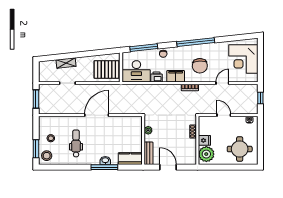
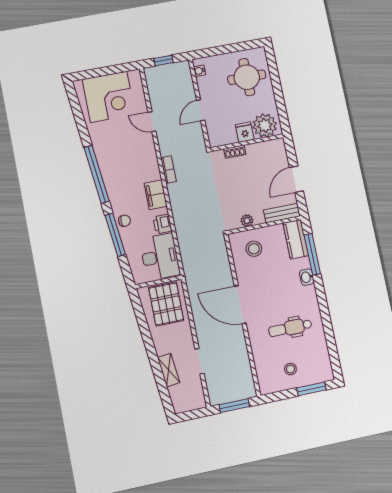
window: (144, 48) -> (115, 235), moved
chair: (200, 66) -> (132, 161), removed
stool: (47, 156) -> (254, 249), moved
window: (104, 167) -> (312, 254), moved

